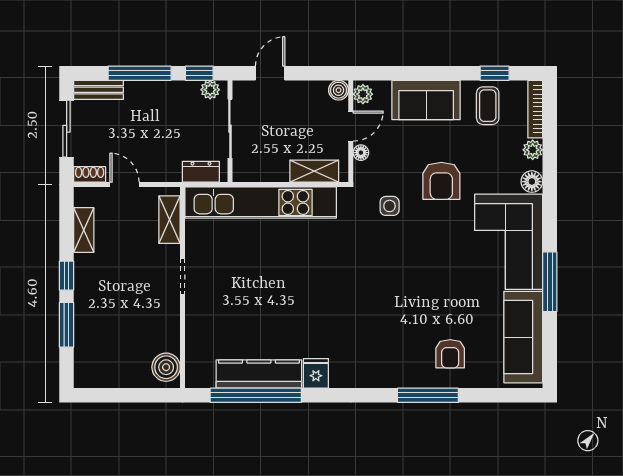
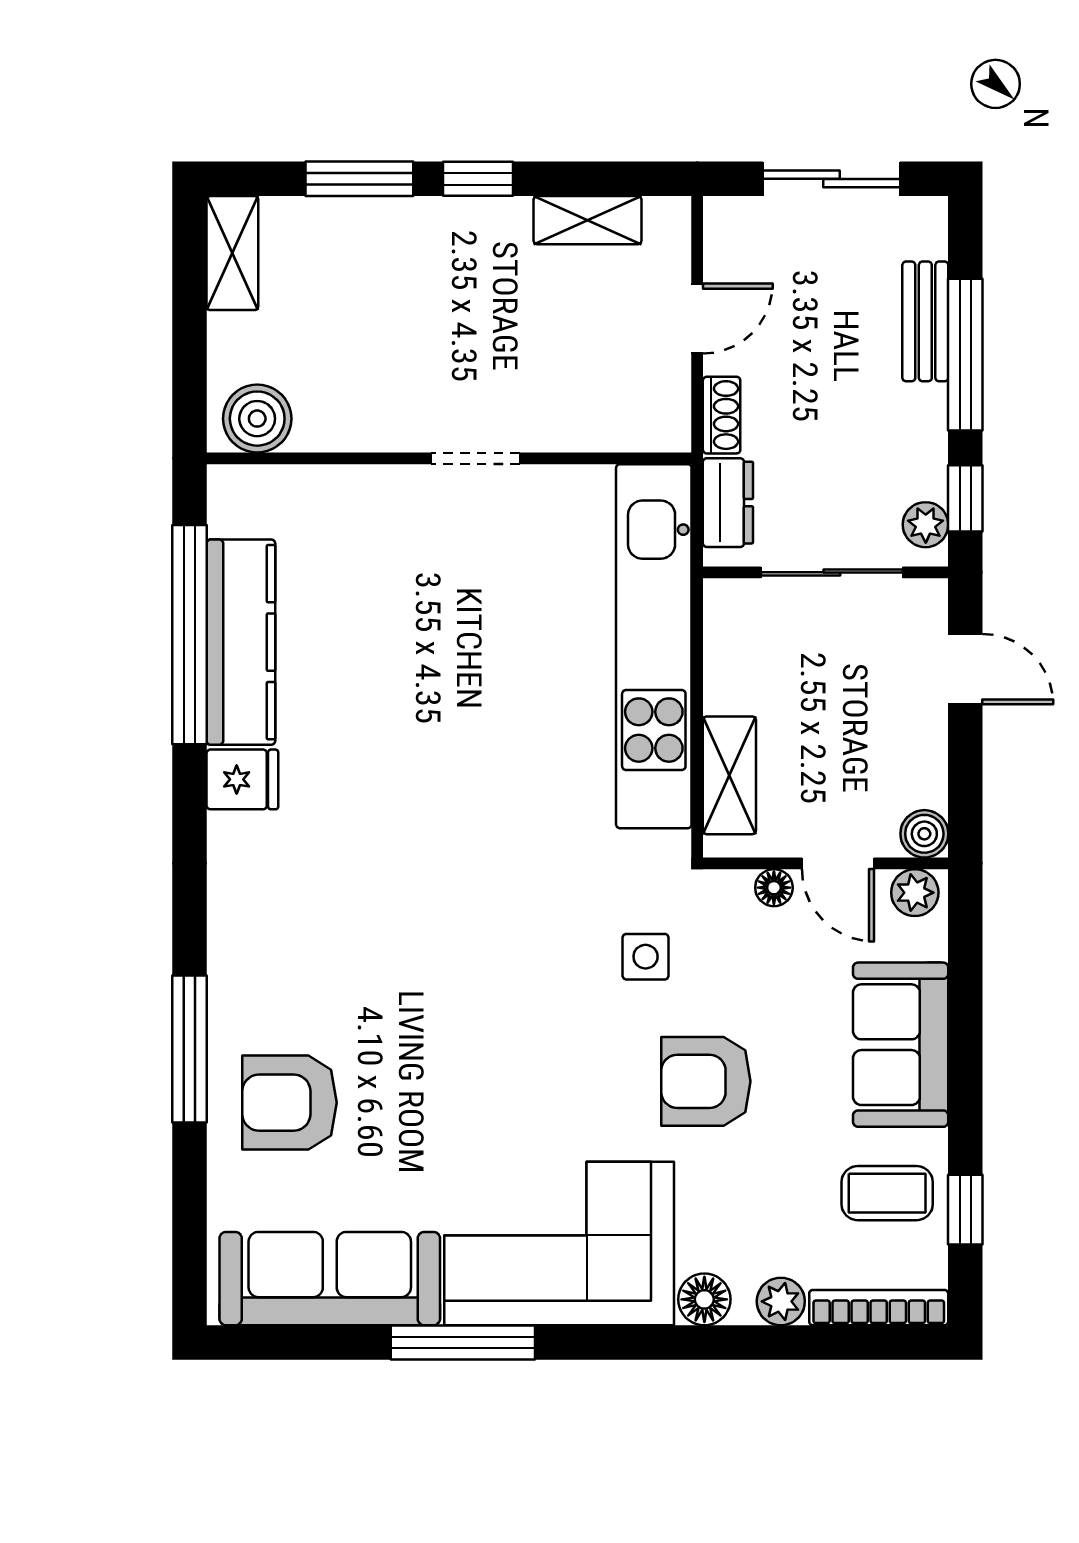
bench: (99, 90) -> (925, 321), moved
shoe rack: (90, 174) -> (722, 415), moved
shelving: (170, 220) -> (232, 253), moved, turned 90
armchair: (450, 354) -> (290, 1103), width x1.38, depth x1.38

